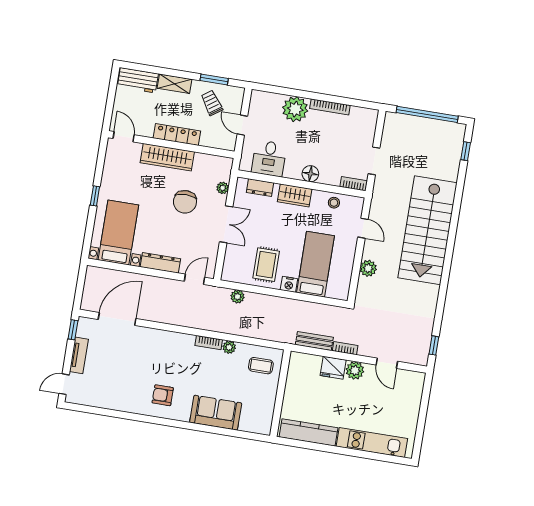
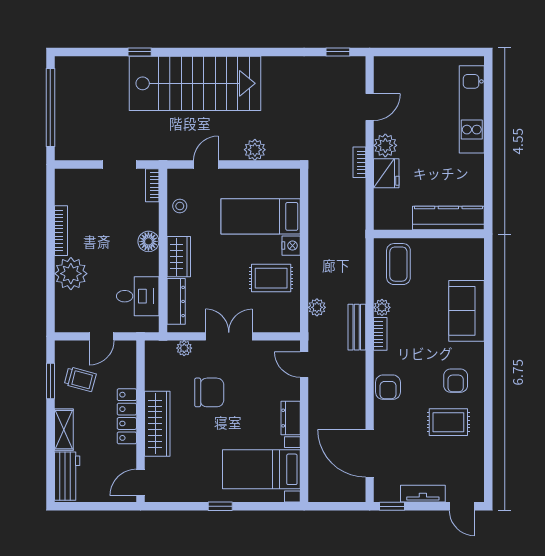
trolley: (212, 103) -> (80, 379), turned -130
window: (466, 151) -> (140, 52), moved
dresser: (260, 188) -> (176, 301), width x1.44
dresser: (160, 263) -> (291, 418), width x0.70
bench: (314, 341) -> (357, 327), moved
armchair: (166, 342) -> (388, 387), added
coffee table: (261, 366) -> (398, 264), width x1.36, depth x1.30
rug: (131, 384) -> (448, 422), added
kitchen counter: (309, 432) -> (448, 218), moved, turned 90

